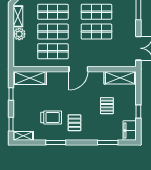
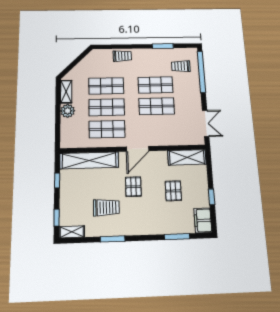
shelving: (30, 78) -> (89, 160), width x1.47
pallet: (74, 123) -> (133, 187), moved

